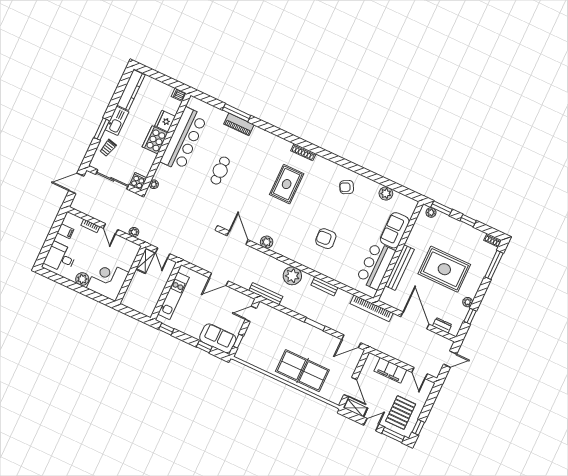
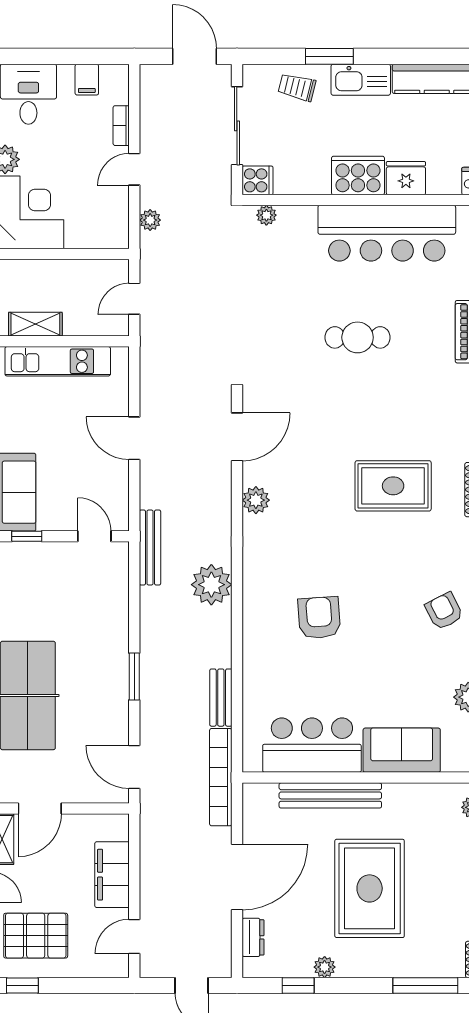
shelving: (146, 261) -> (35, 324), moved
bench: (324, 286) -> (221, 698), moved

